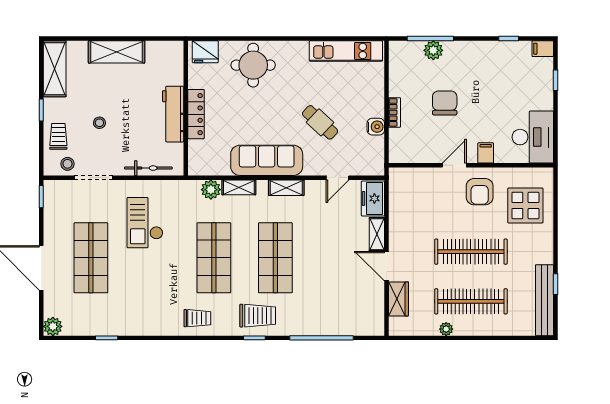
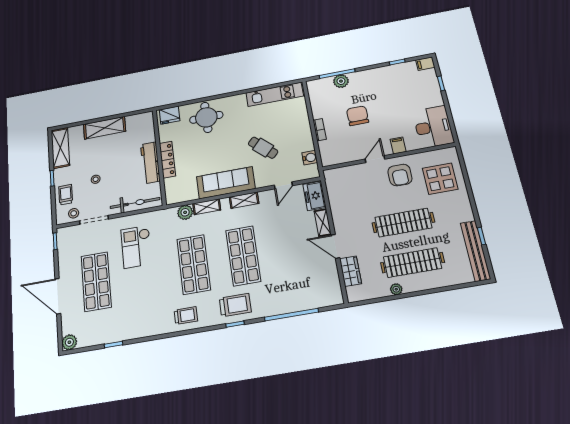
water cooler: (376, 127) -> (310, 158), moved
bicycle: (148, 168) -> (135, 203), width x1.37, depth x1.40

